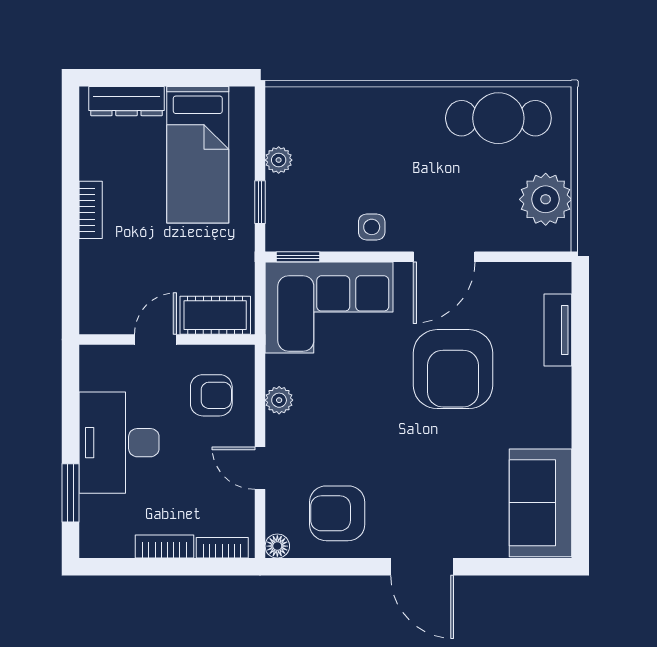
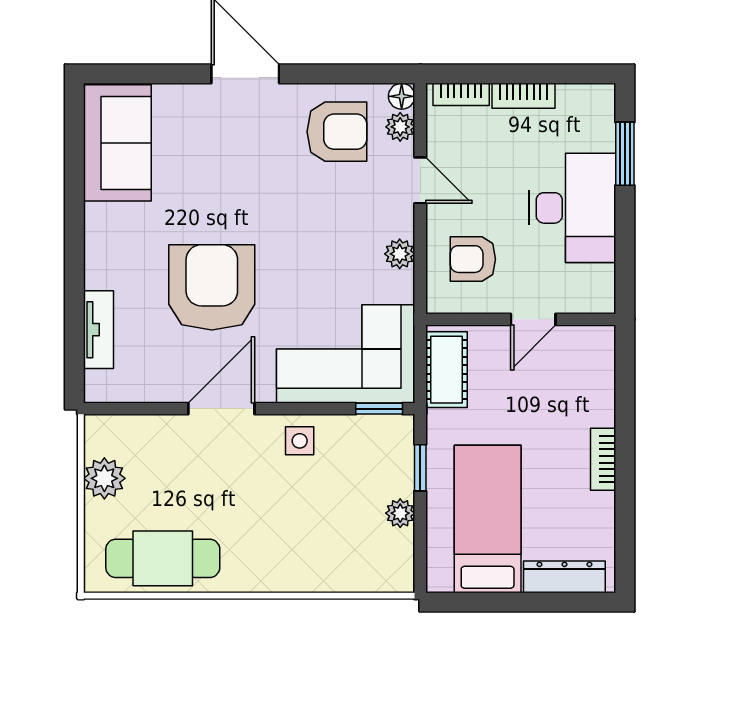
plant: (546, 199) -> (104, 478), width x0.73, depth x0.73
cot: (215, 315) -> (447, 370), moved, turned 90
plant: (279, 518) -> (400, 127), added

